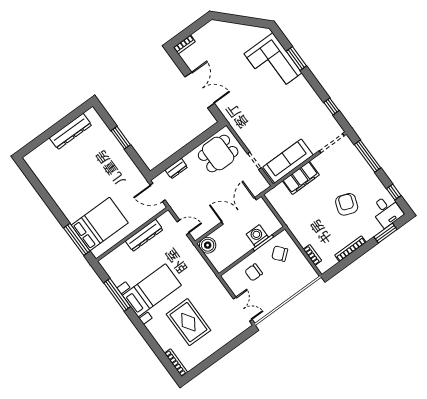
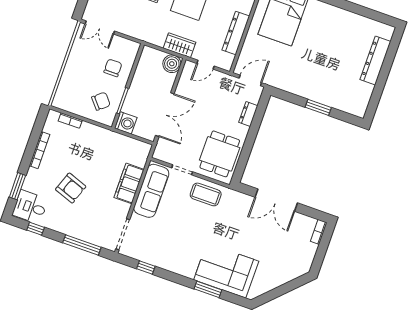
coffee table: (249, 130) -> (206, 194), added
dresser: (71, 131) -> (375, 61), moved
washing machine: (257, 236) -> (126, 123), moved
wardrobe: (192, 255) -> (180, 45), added

